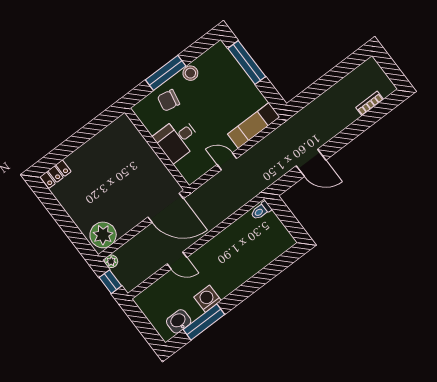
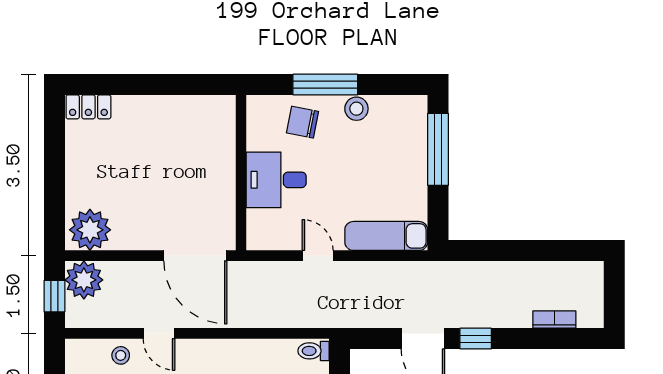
window: (337, 143) -> (476, 339), added
plant: (111, 261) -> (84, 280), width x1.88, depth x1.88
stool: (166, 286) -> (121, 355), added

